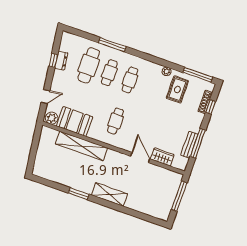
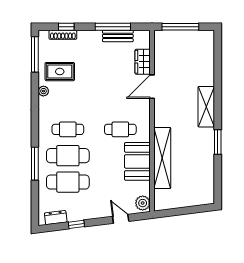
dresser: (61, 61) -> (56, 218), moved
cafe table: (109, 73) -> (68, 156), width x1.37, depth x1.35
booth: (75, 121) -> (137, 161), moved

